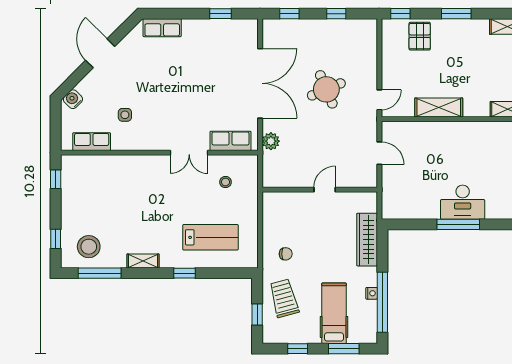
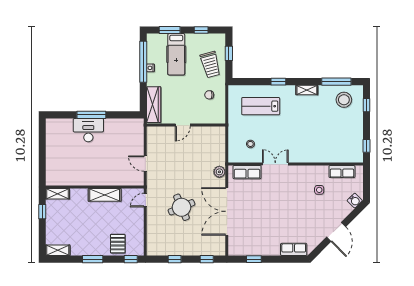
wall: (320, 190) -> (186, 125), moved
door: (325, 190) -> (183, 125), moved

